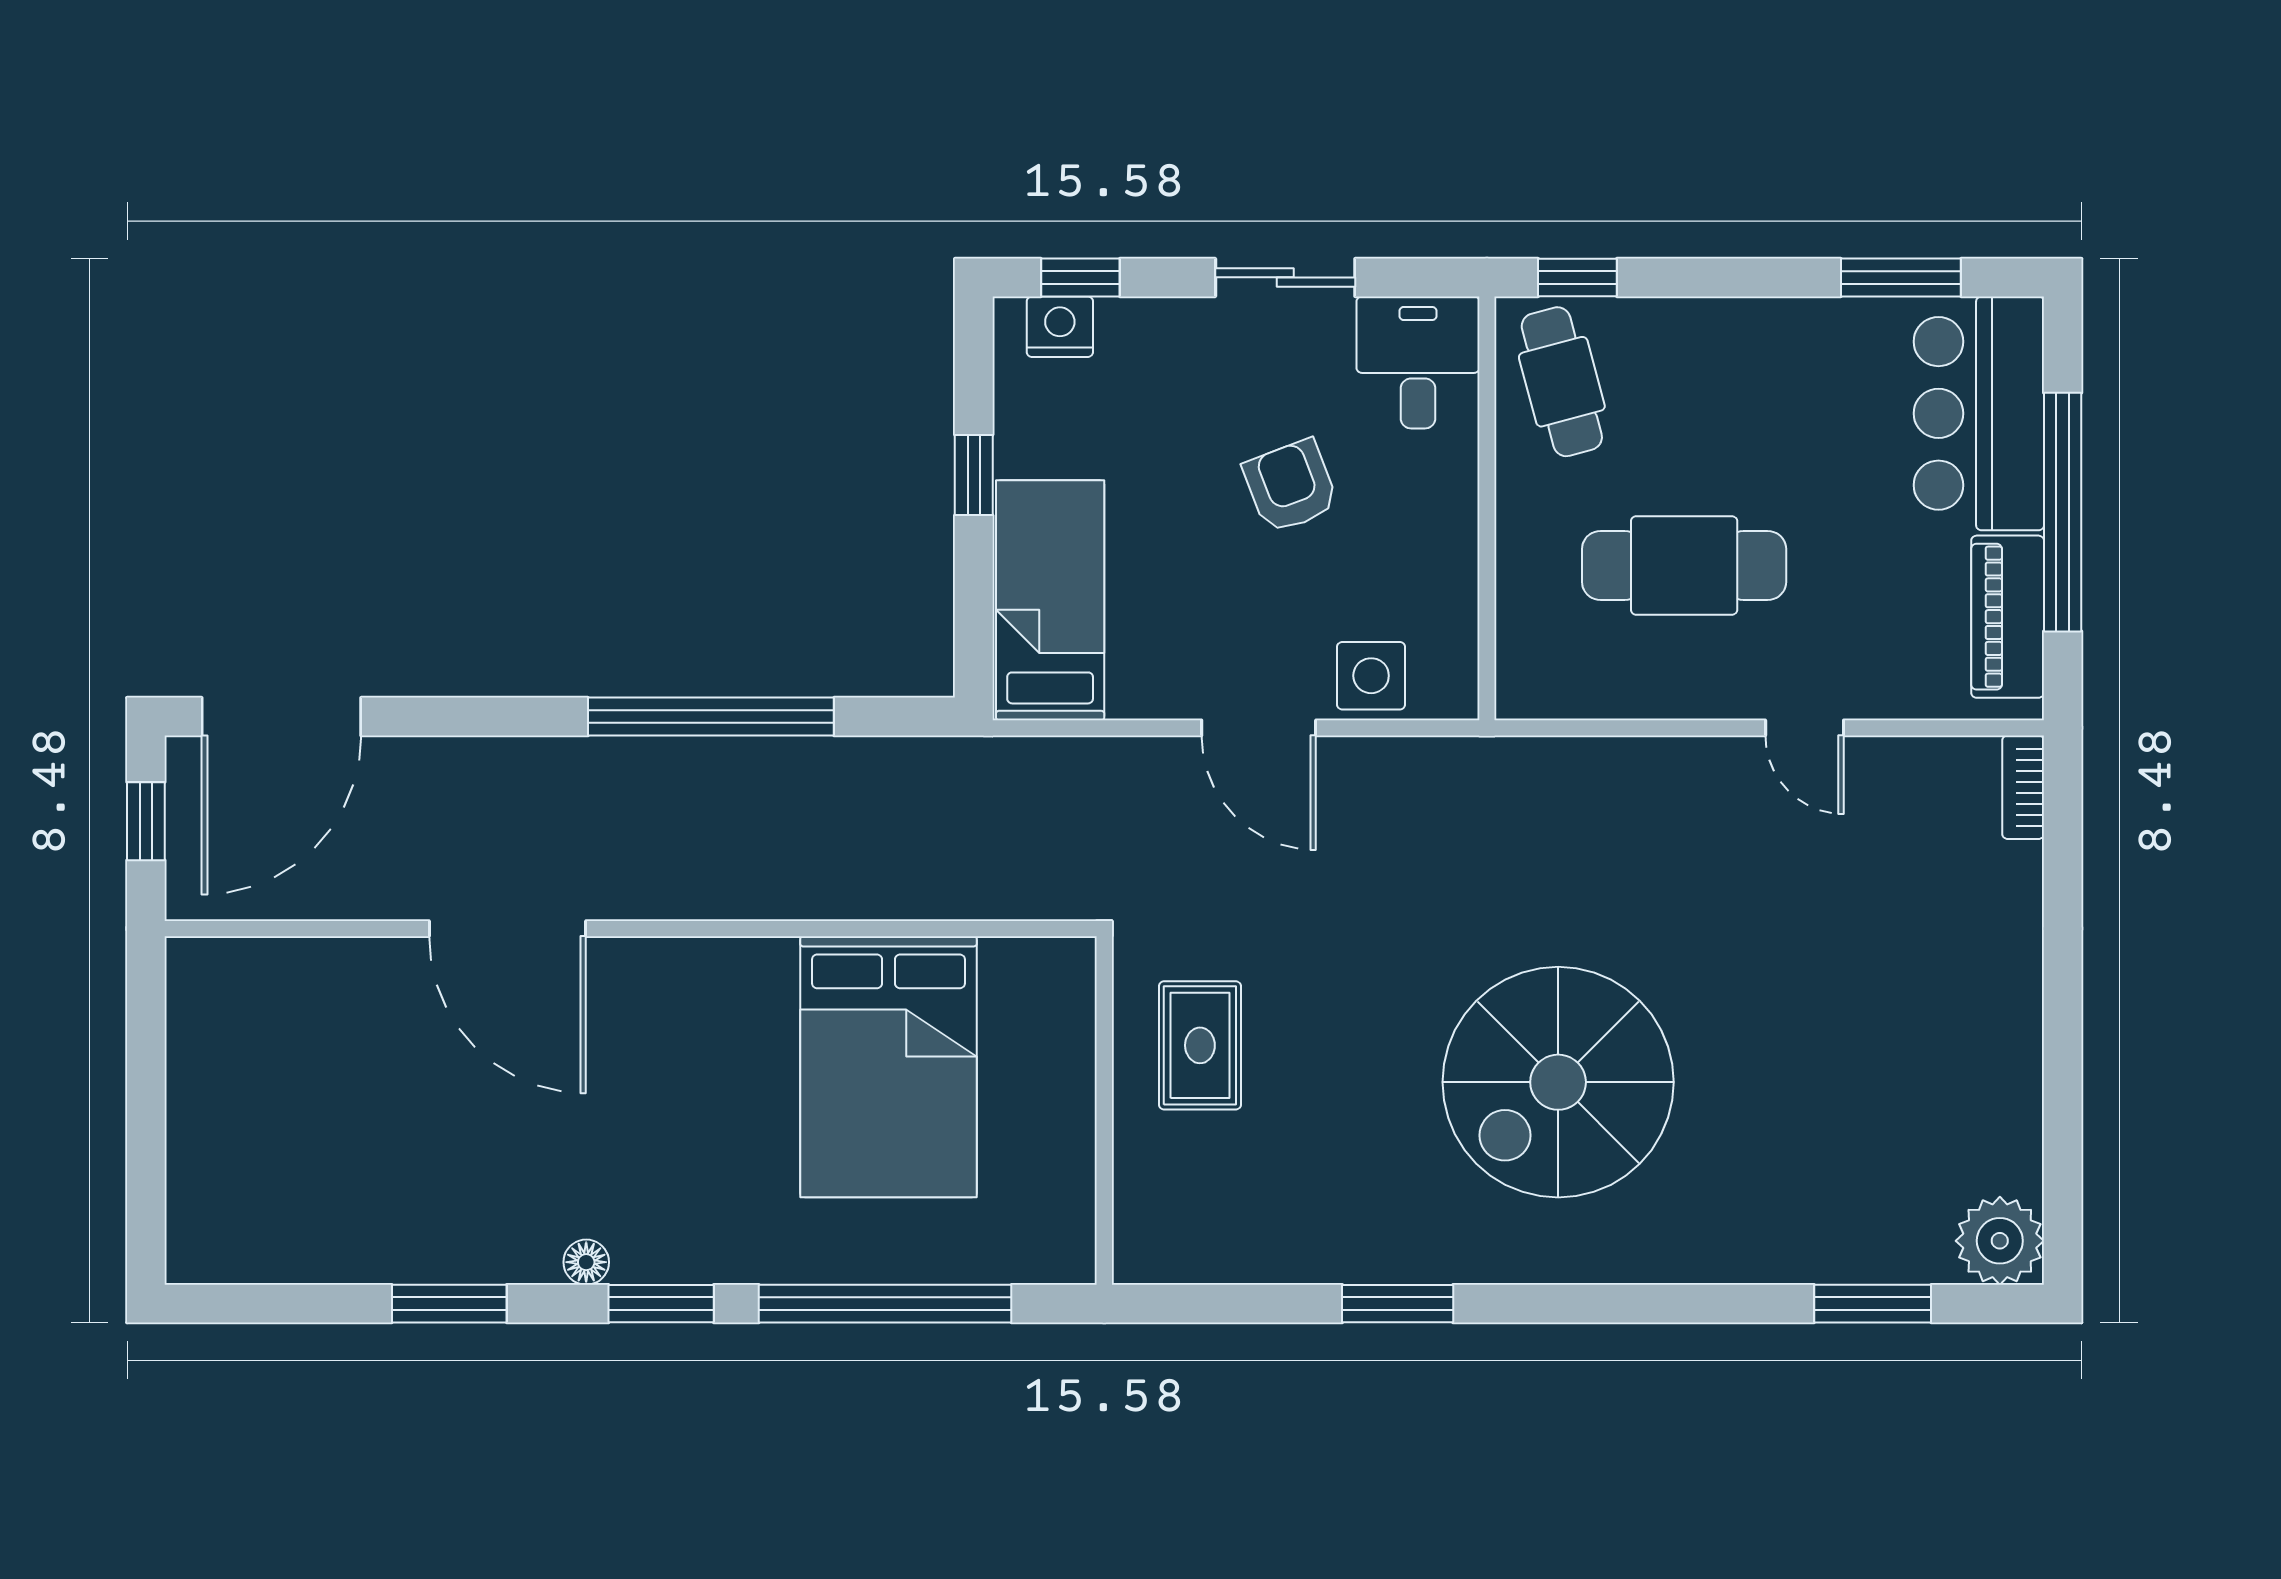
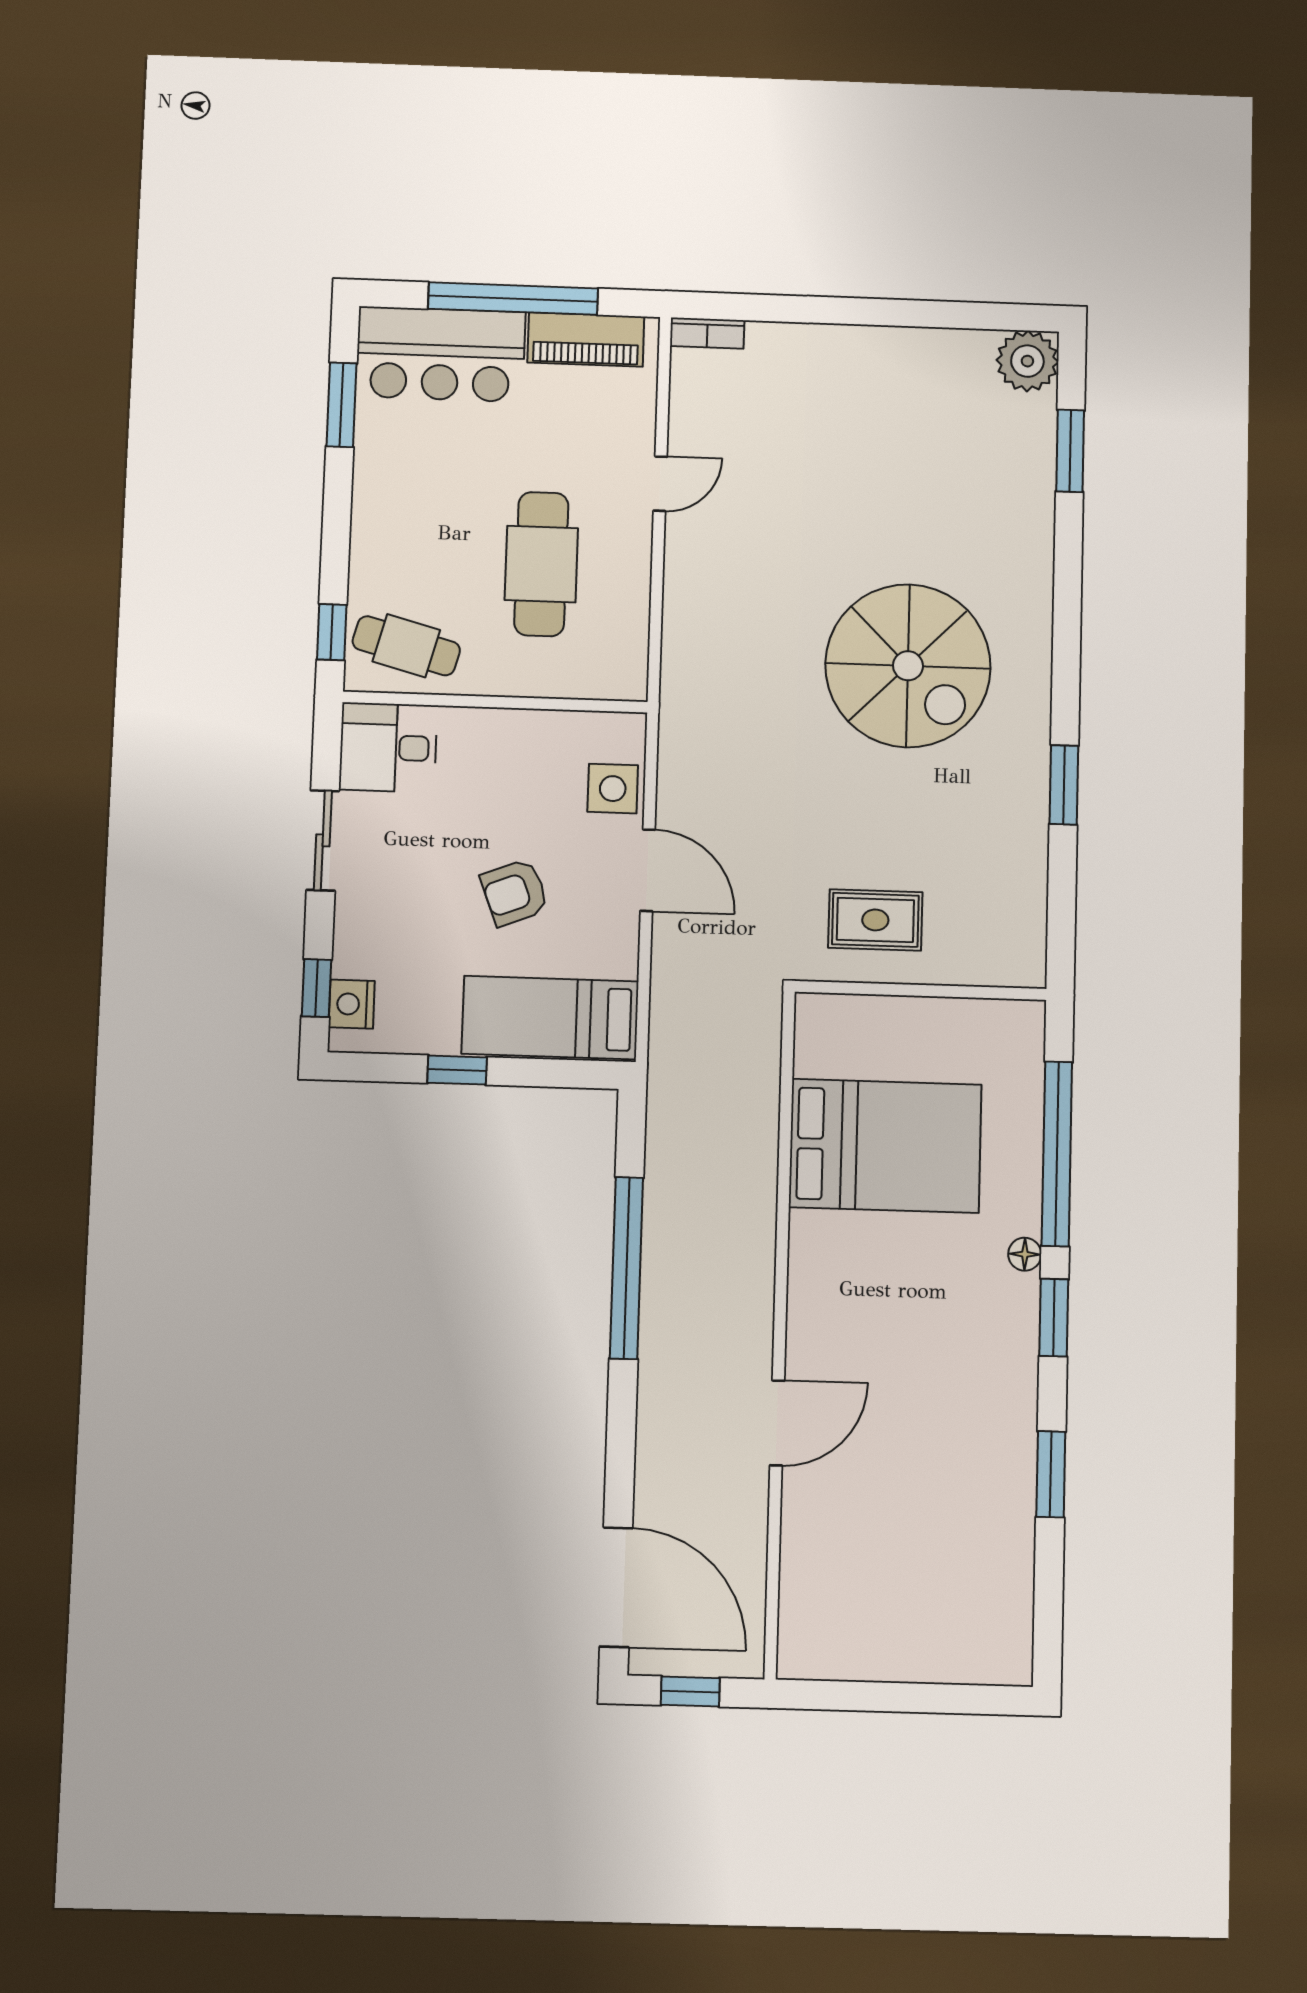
cafe table: (1562, 382) -> (406, 646), turned 30
armchair: (1291, 486) -> (515, 892), moved
door: (1259, 728) -> (648, 870), hinge flipped
door: (507, 929) -> (777, 1423), width x0.73
floor lamp: (586, 1262) -> (1025, 1254), moved

